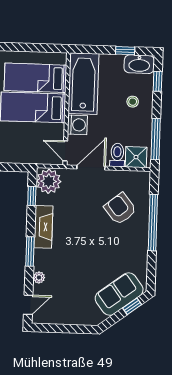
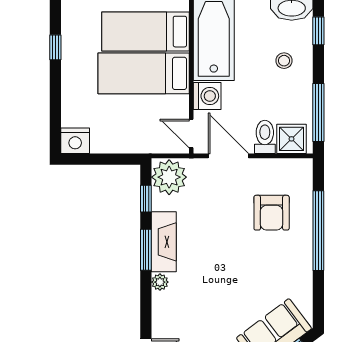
door: (91, 168) -> (228, 156), hinge flipped
armchair: (120, 209) -> (272, 213), turned -141
window: (30, 252) -> (146, 250), moved
plant: (39, 277) -> (160, 282), moved

